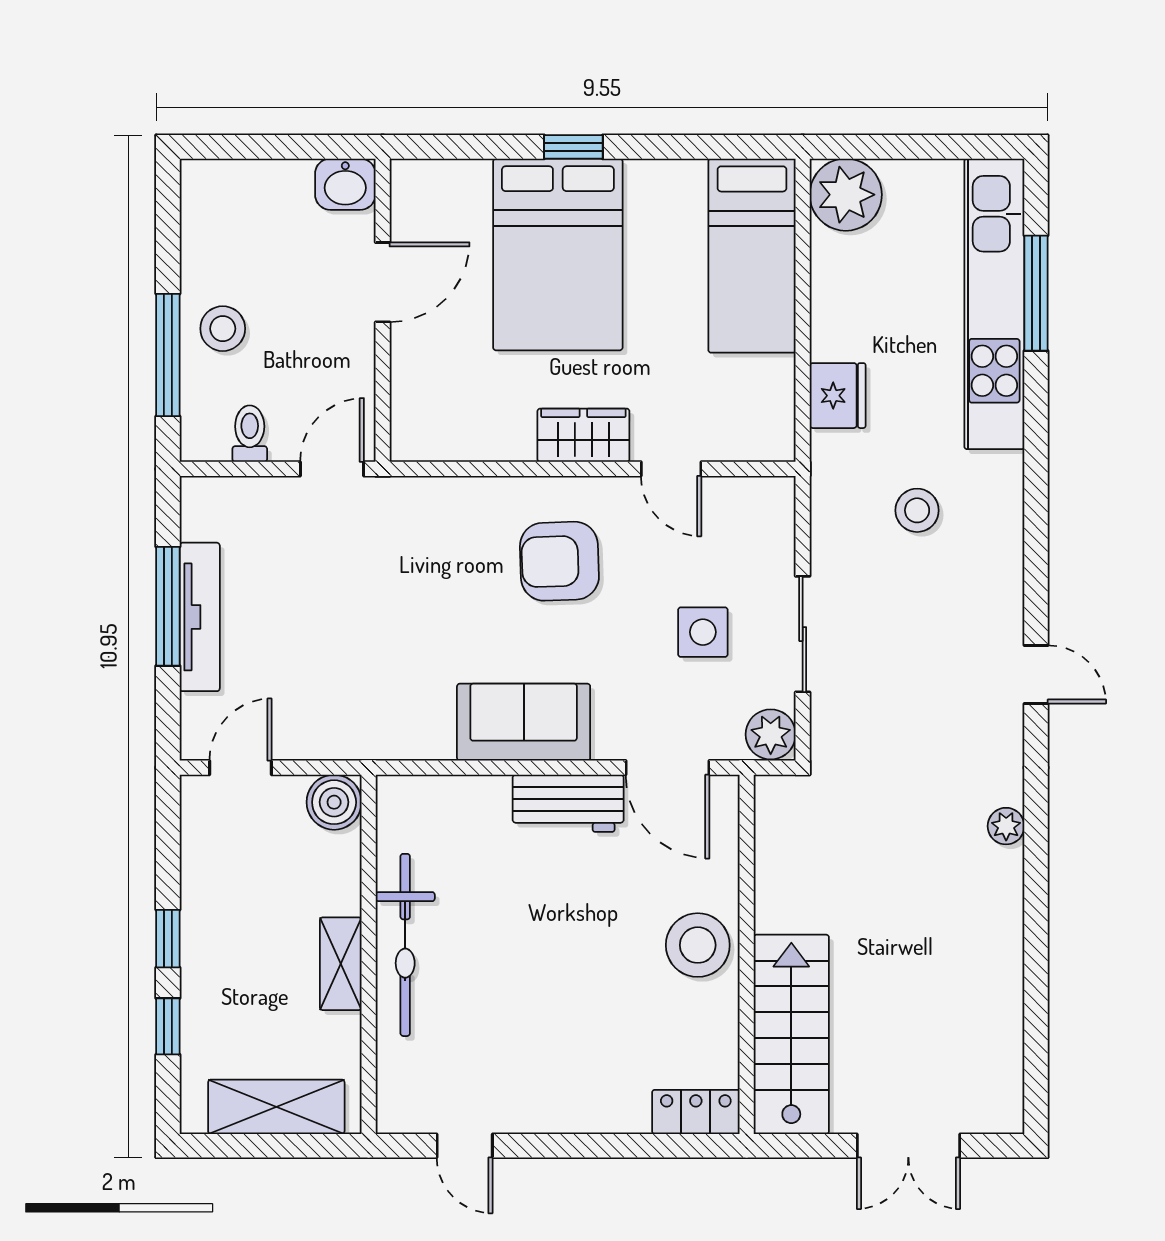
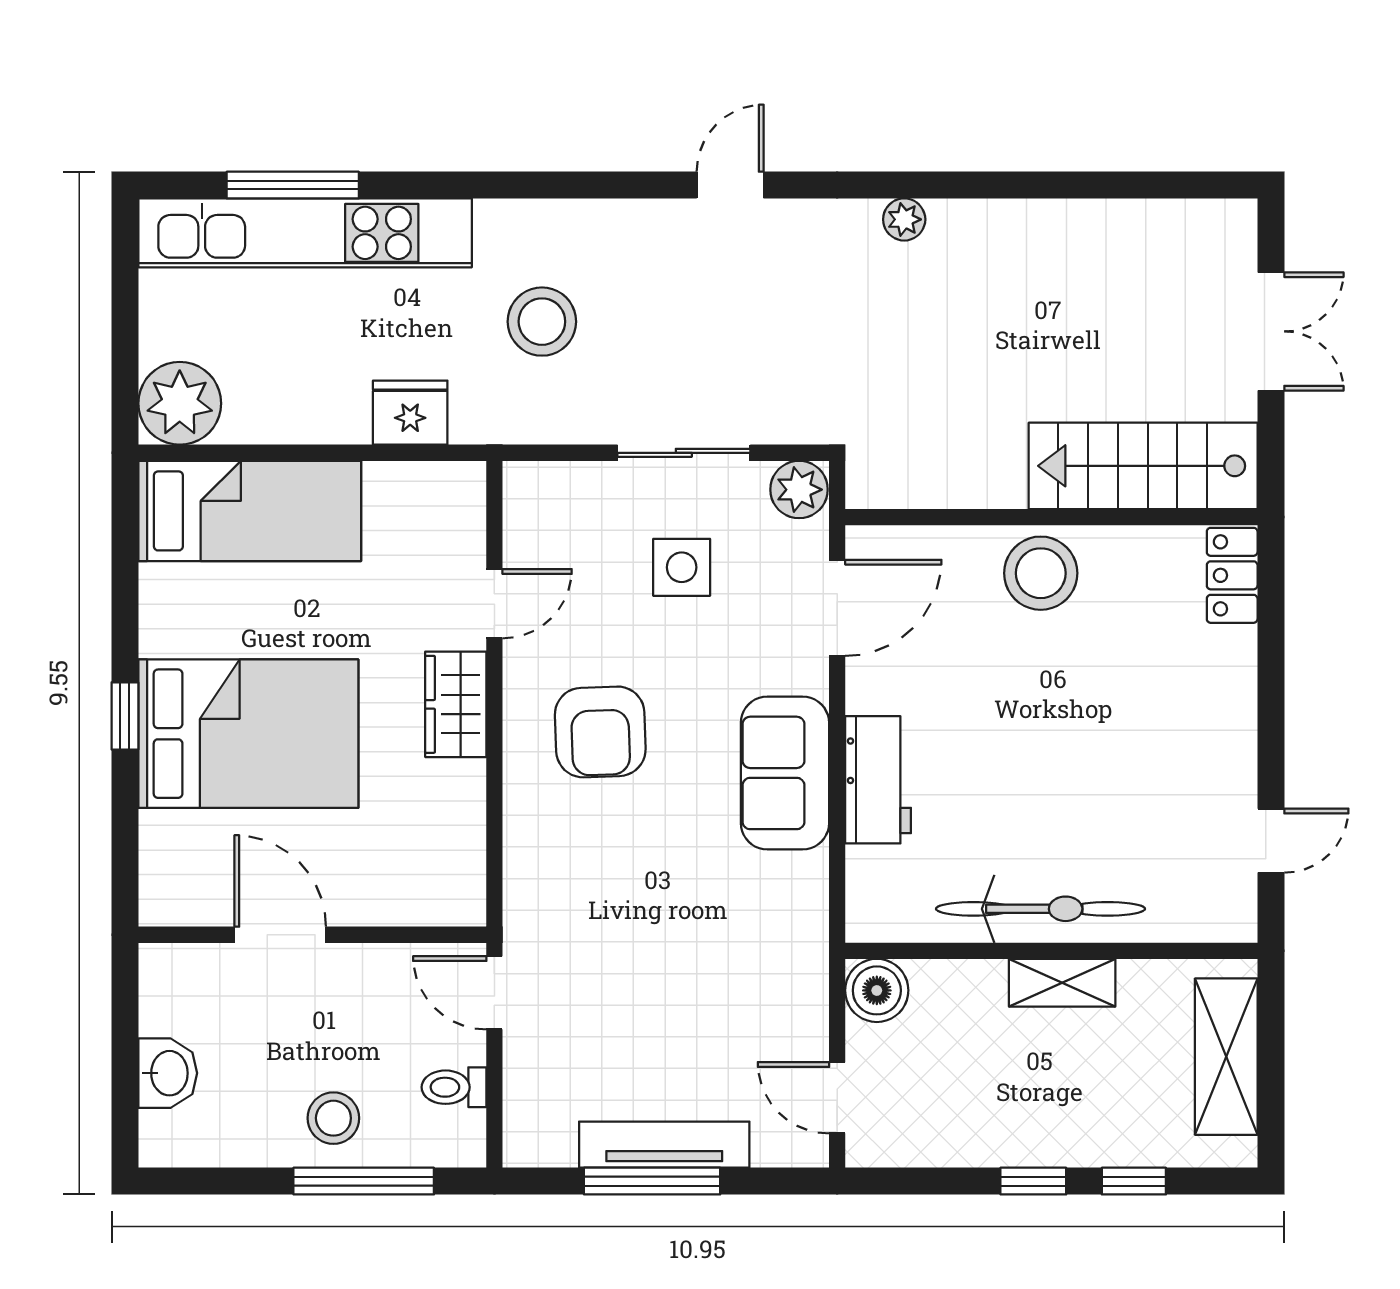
washbasin: (345, 184) -> (168, 1073), moved
stool: (917, 510) -> (542, 322), width x1.38, depth x1.38
workbench: (568, 803) -> (878, 780), moved

